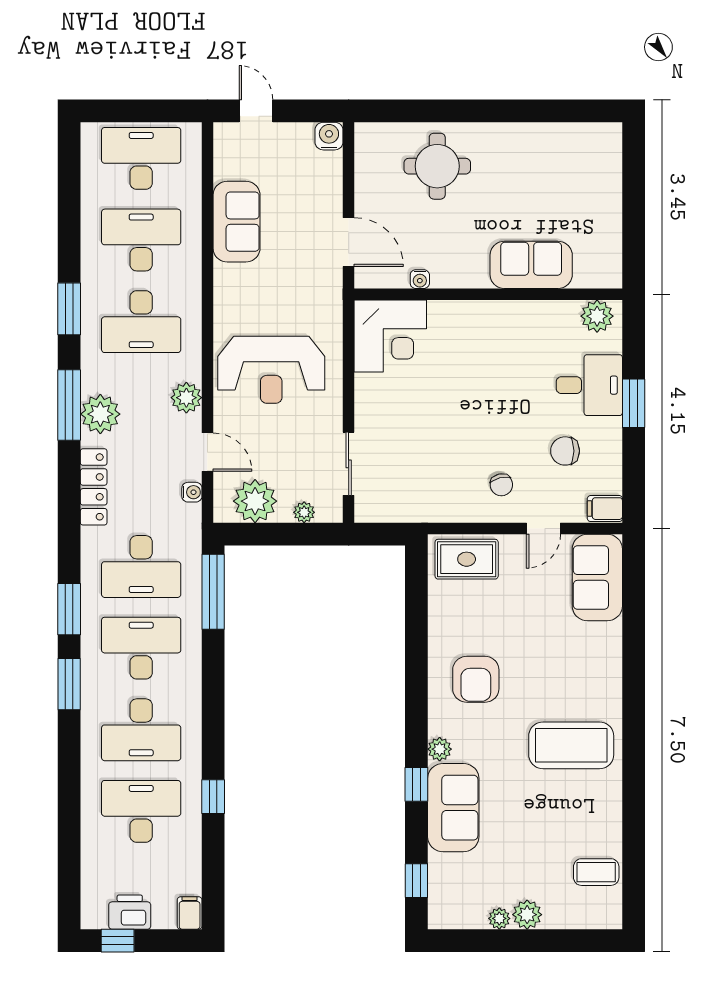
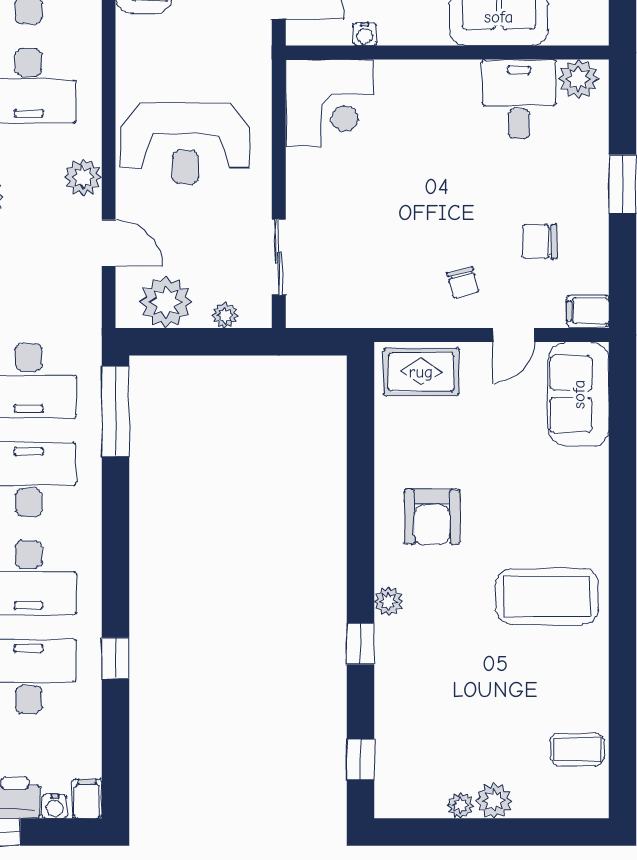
desk: (589, 385) -> (519, 99), moved, turned -90
water cooler: (192, 492) -> (55, 806), moved, turned 90
sofa: (453, 808) -> (405, 672), removed

